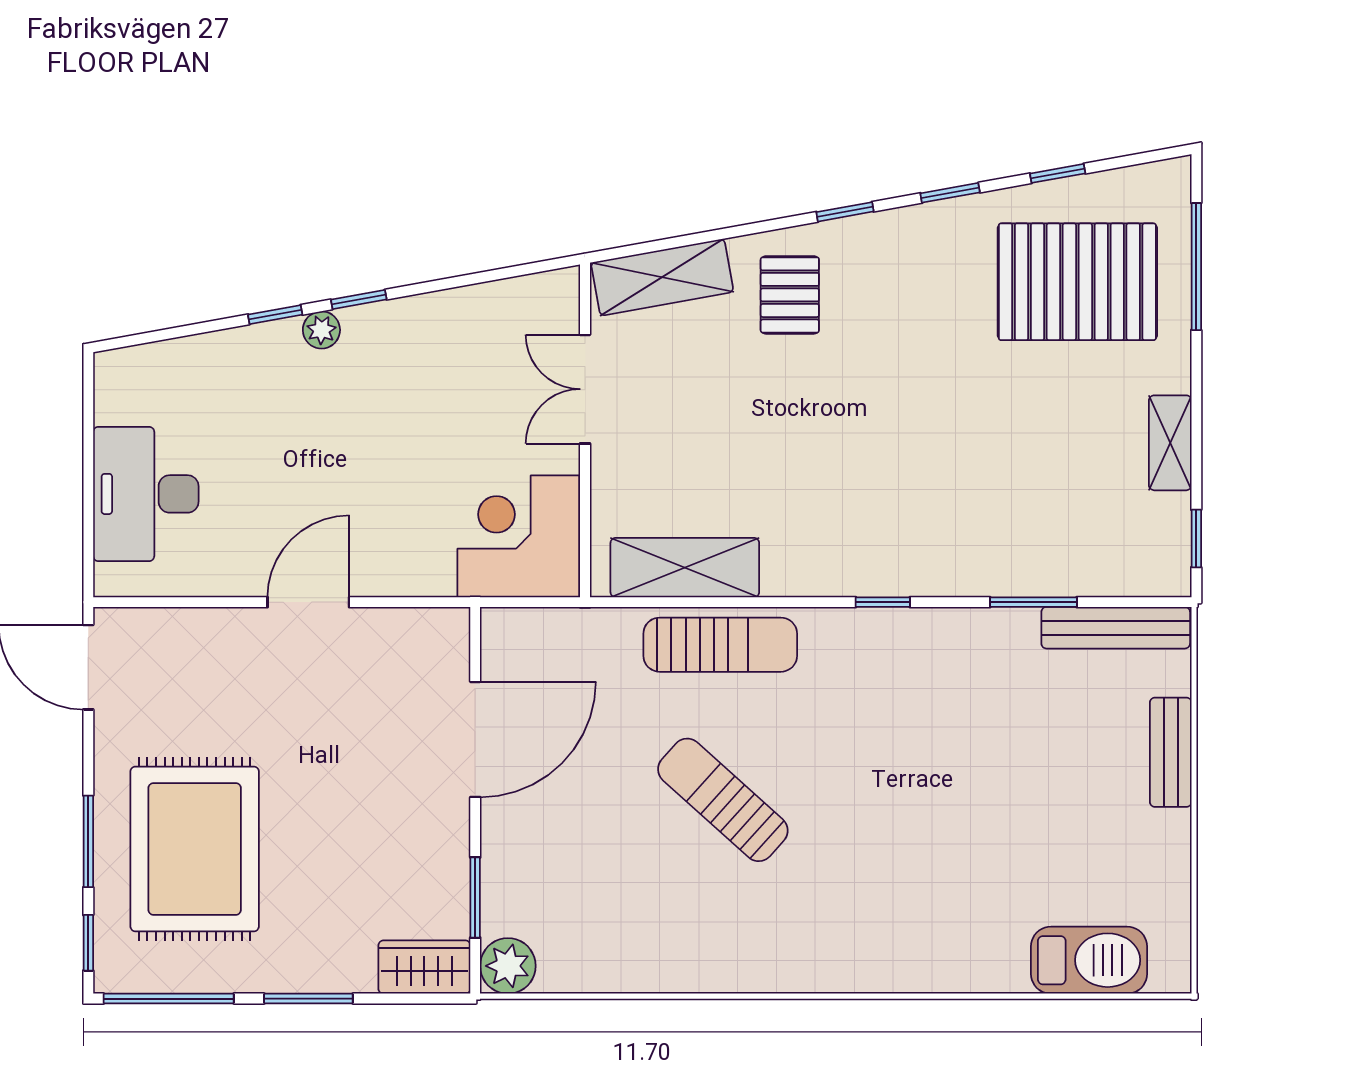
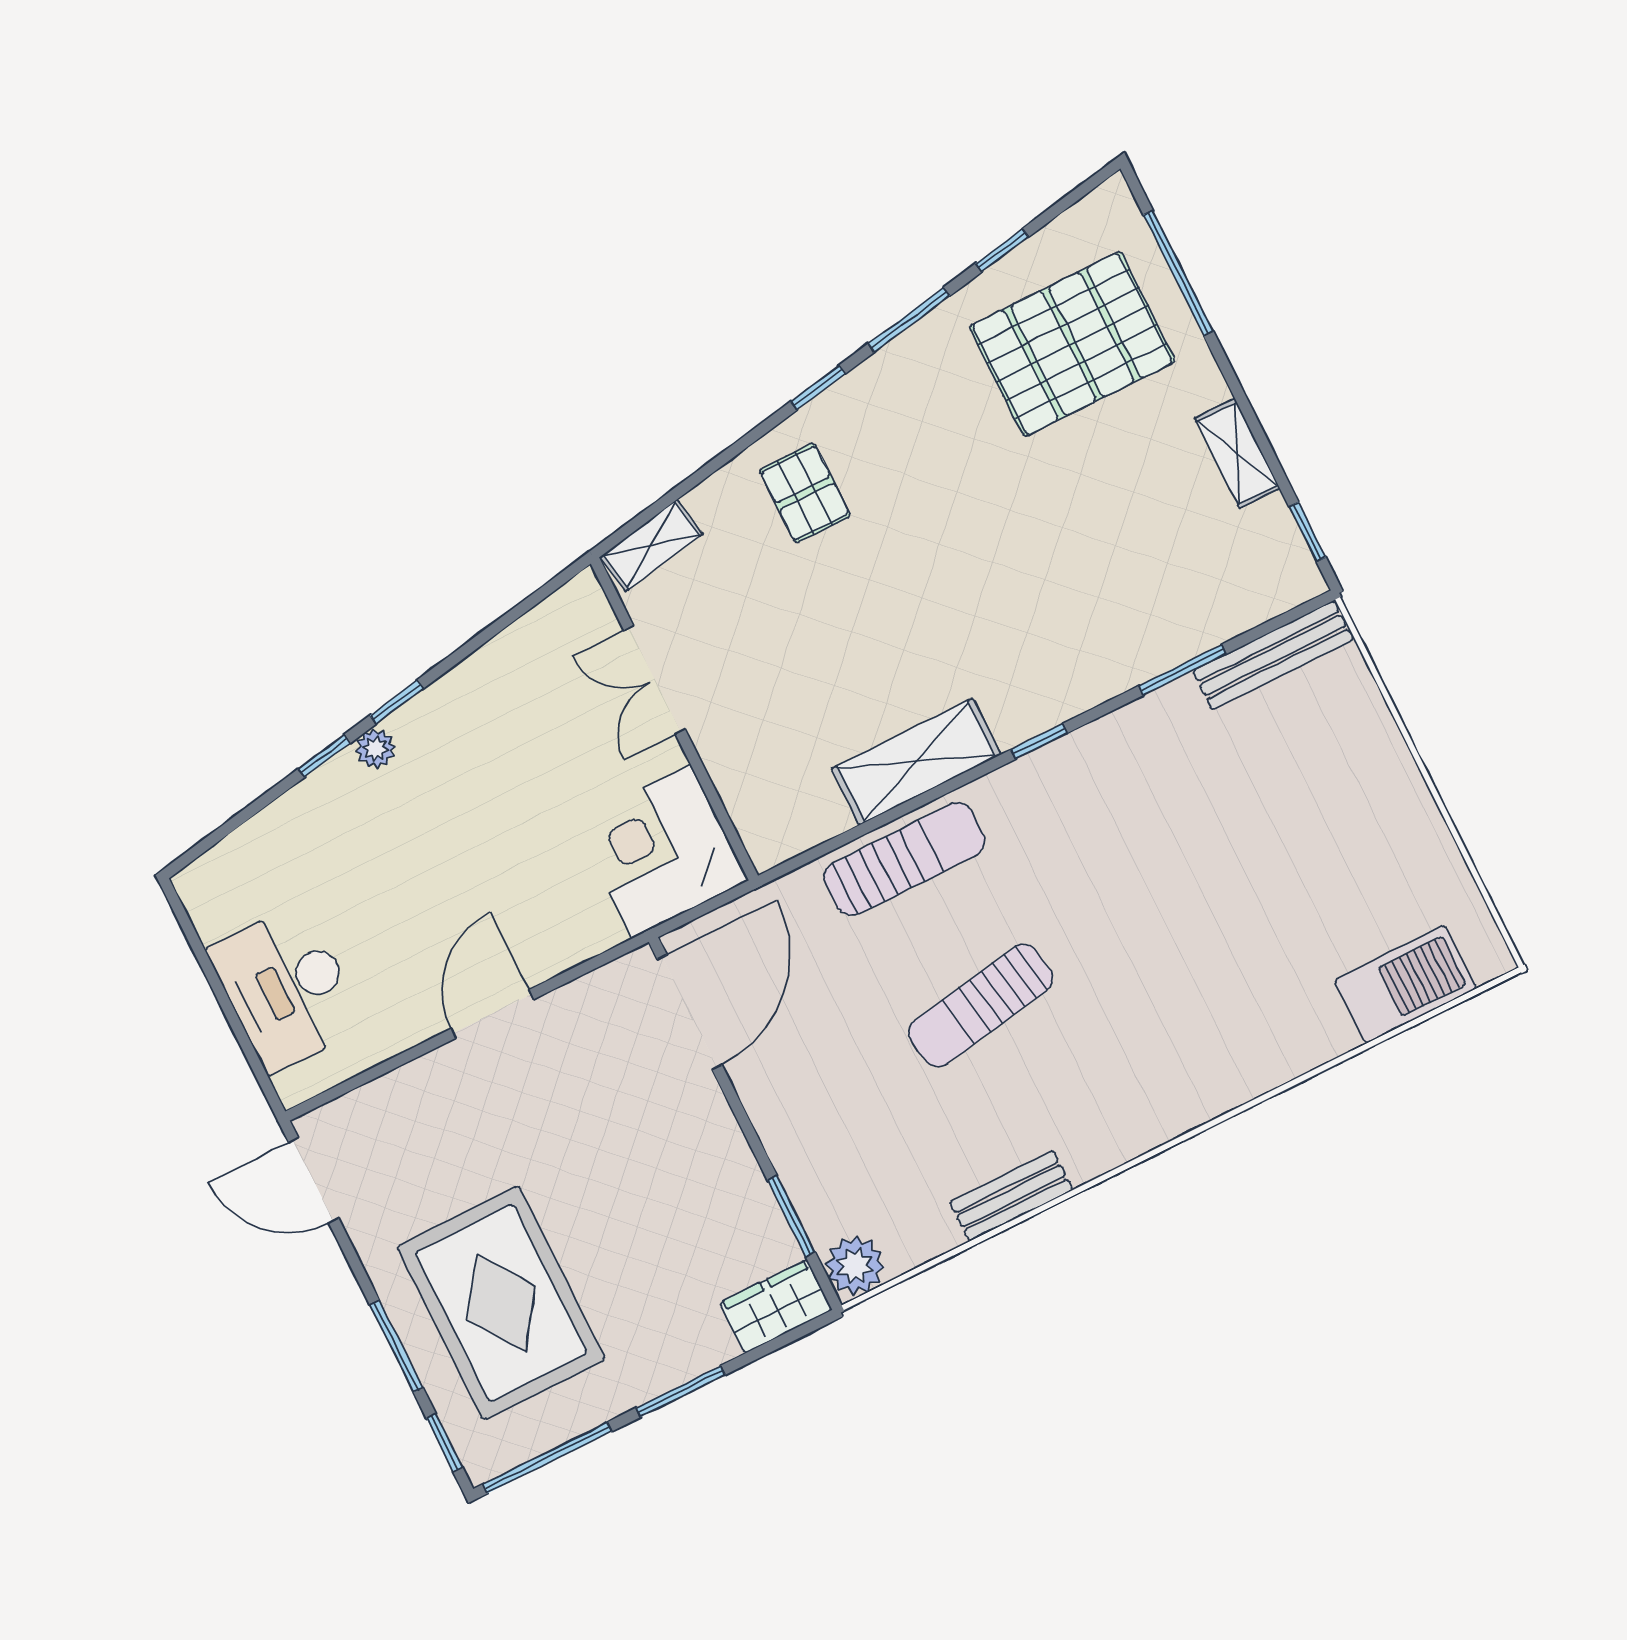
window: (950, 193) -> (909, 320), width x1.50
shelving: (662, 277) -> (651, 545), width x0.67, depth x0.75
shelving: (685, 568) -> (916, 762), moved
door: (475, 739) -> (690, 1012), moved
bench: (1171, 752) -> (1011, 1196), moved, turned 90
sun lounger: (723, 800) -> (981, 1005), turned -52

